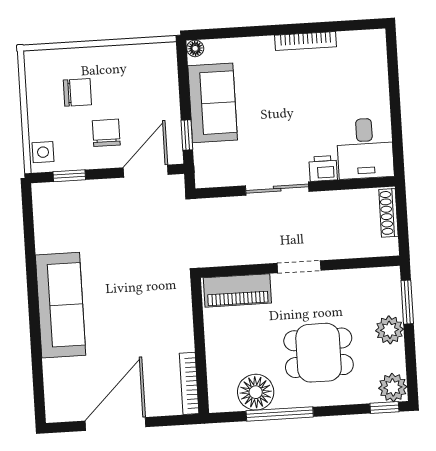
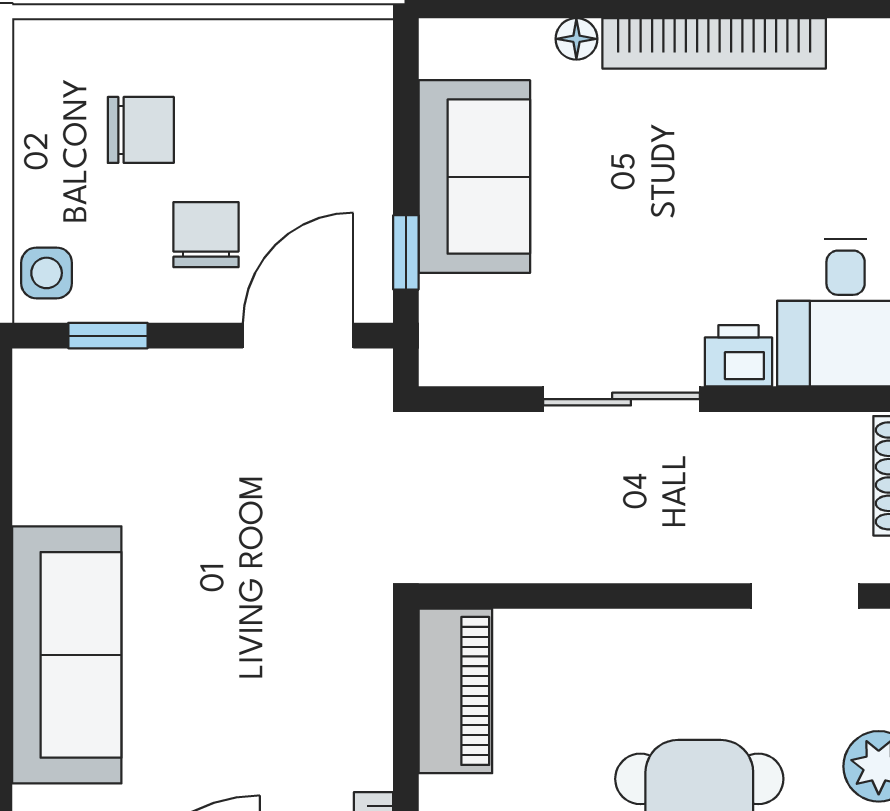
bookcase: (305, 41) -> (714, 43), width x1.48, depth x1.31
floor lamp: (195, 48) -> (576, 39), moved
doorway: (299, 267) -> (805, 596), moved
piano: (237, 290) -> (455, 691), moved, turned -90

